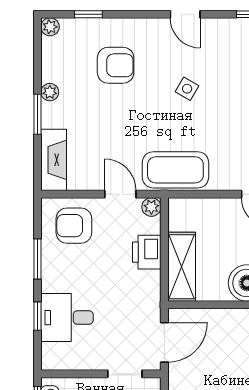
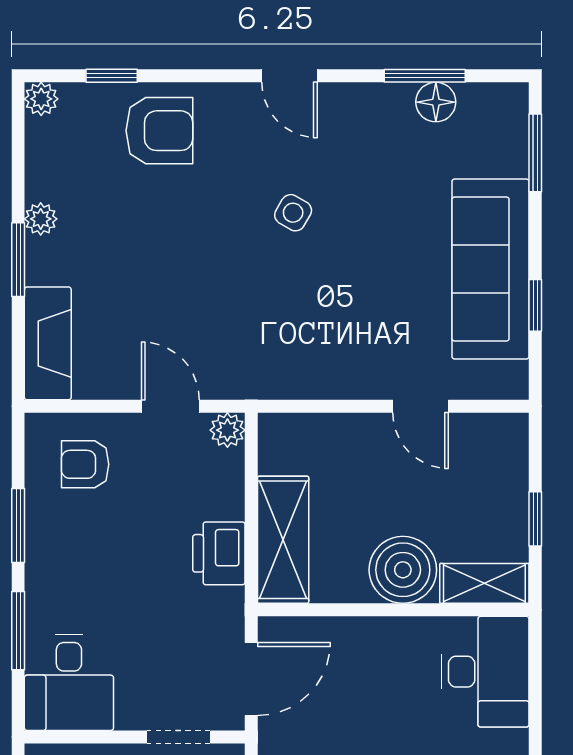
armchair: (116, 65) -> (159, 131), moved
coffee table: (175, 170) -> (272, 362), removed
armchair: (74, 226) -> (85, 464), width x0.72, depth x0.72
printer: (147, 252) -> (219, 553), moved
window: (37, 316) -> (18, 631), width x1.50
desk: (67, 318) -> (69, 683), moved, turned -90

